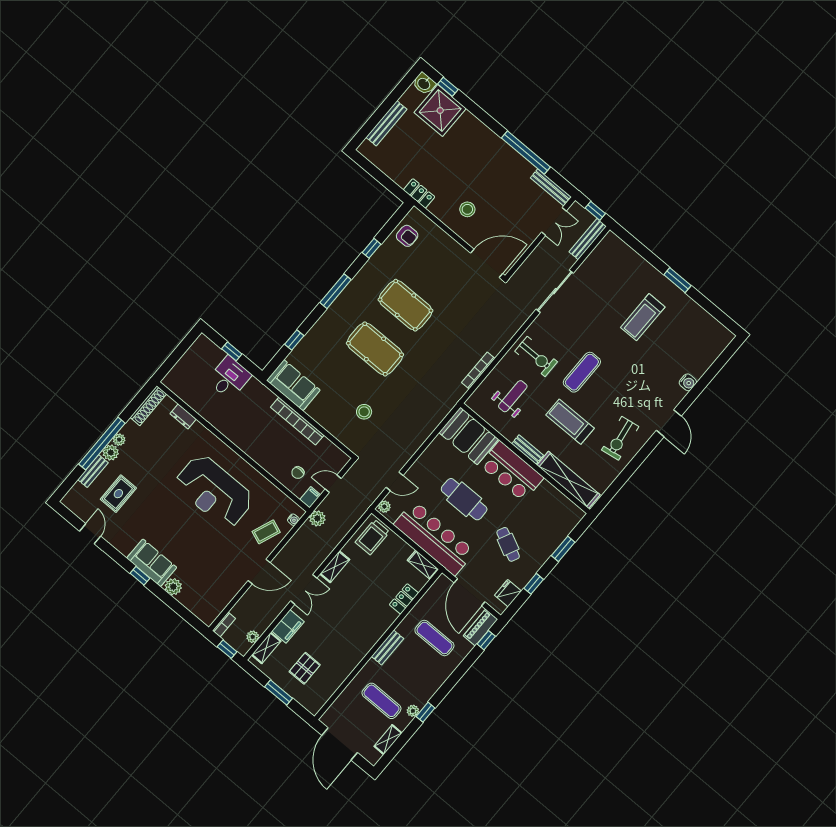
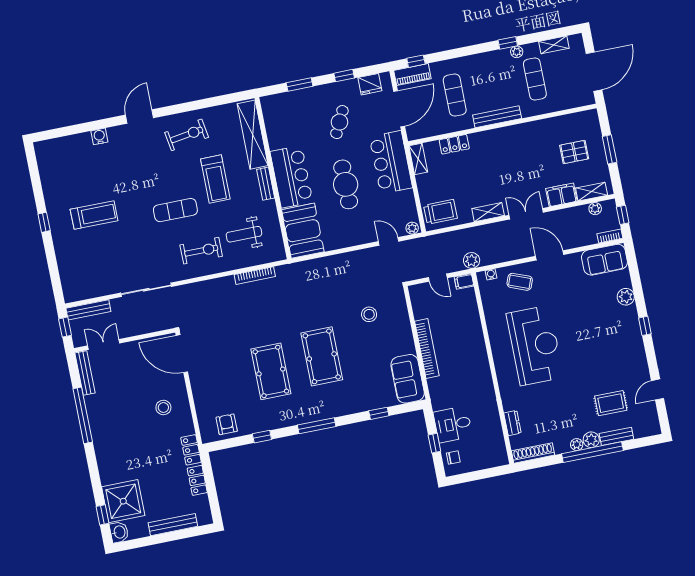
locker: (395, 173) -> (197, 480), added
window: (677, 280) -> (44, 222), width x0.67
exercise bike: (536, 356) -> (201, 251), turned 90
chair: (298, 473) -> (453, 457), moved
bar counter: (434, 538) -> (391, 162), width x0.73
sofa: (152, 563) -> (604, 260), moved, turned -90
bench: (387, 647) -> (497, 117), width x1.36

